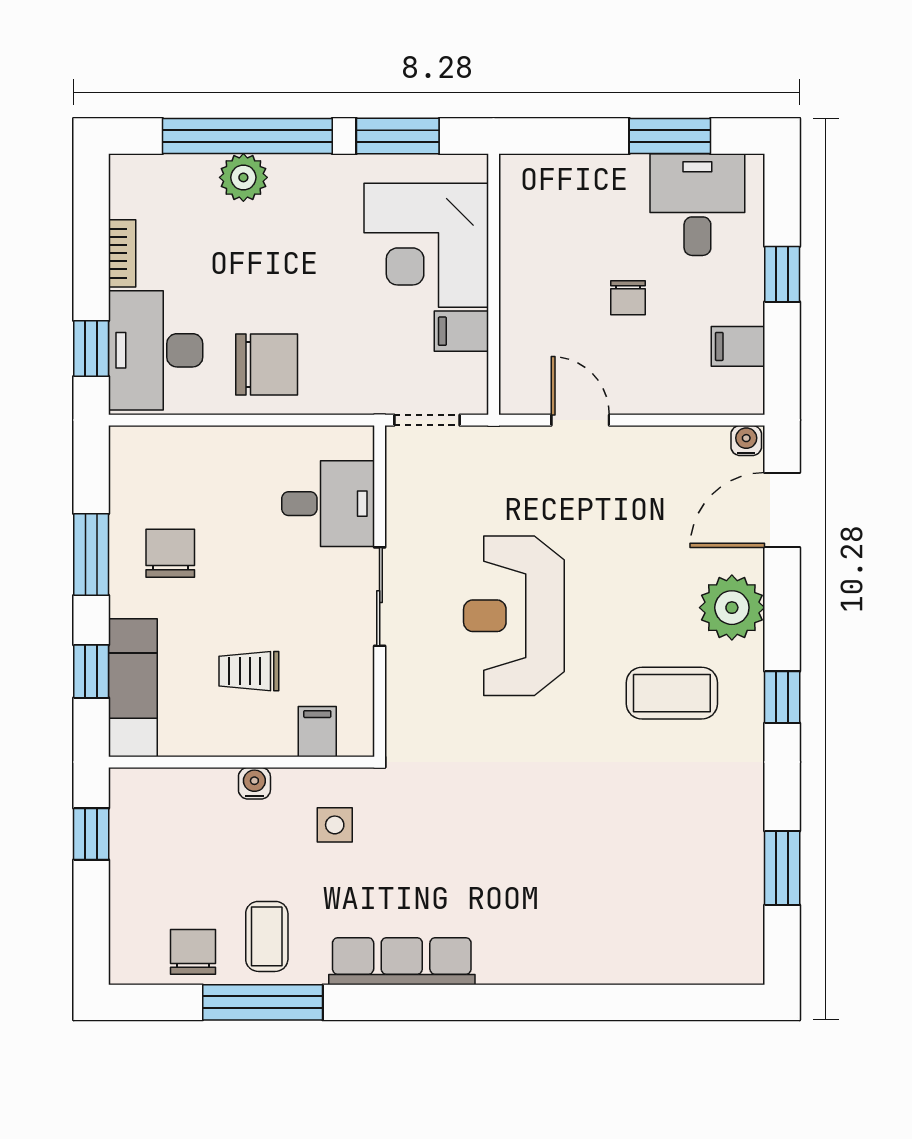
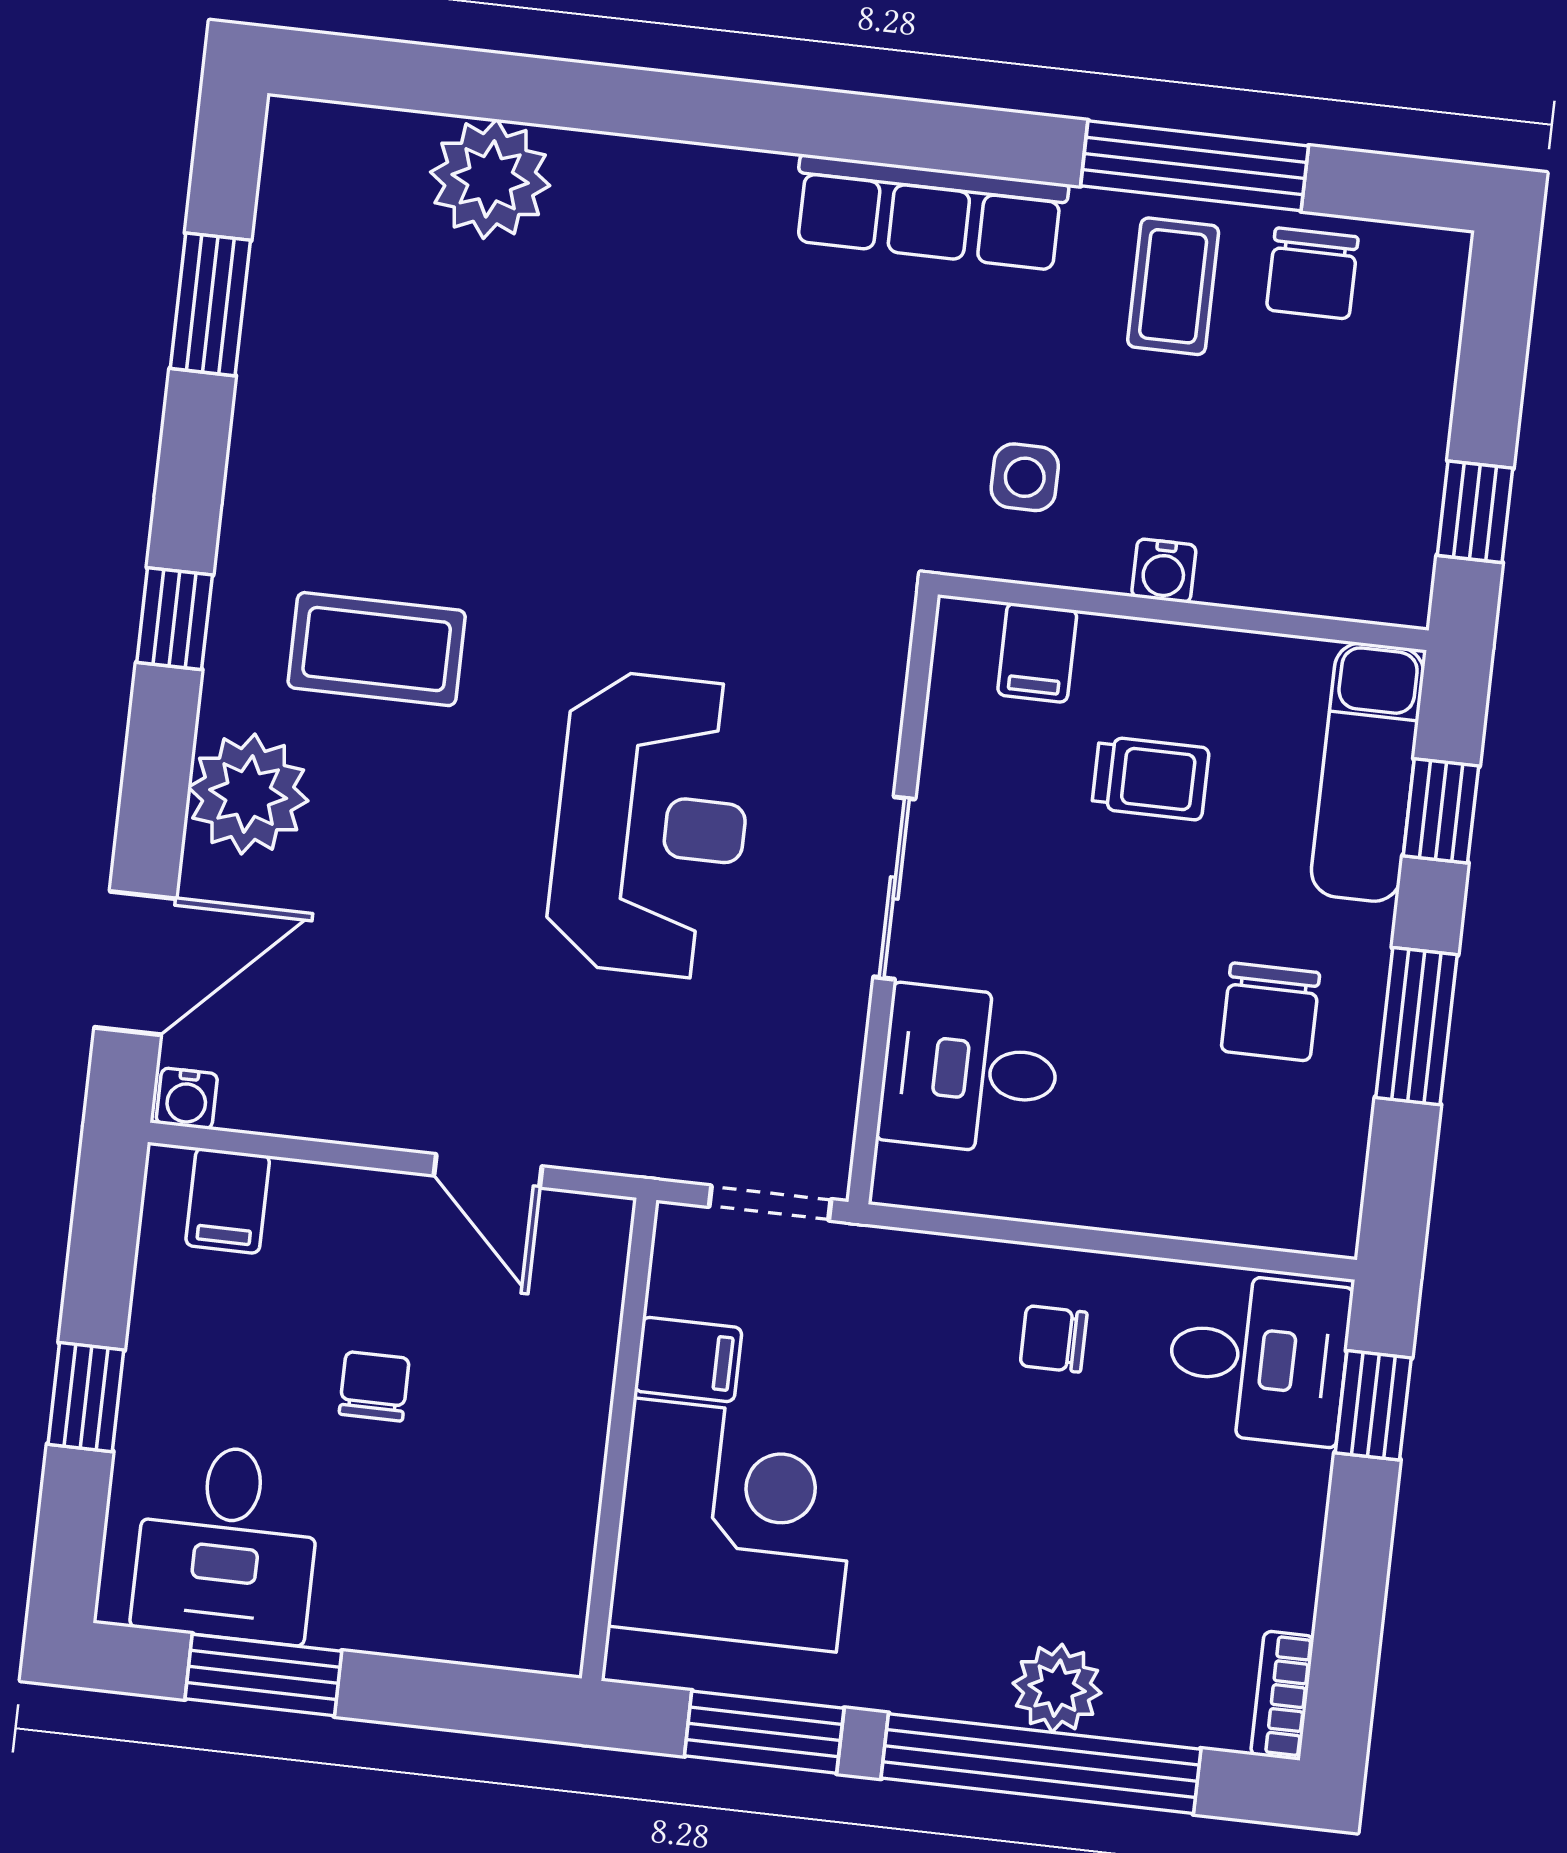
bookcase: (122, 253) -> (1282, 1695), moved
filing cabinet: (738, 346) -> (228, 1201), moved, turned 90
desk: (156, 350) -> (1258, 1359), width x0.73
chair: (267, 365) -> (1054, 1339), width x0.54, depth x0.54
plant: (640, 952) -> (490, 179), added

